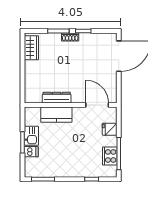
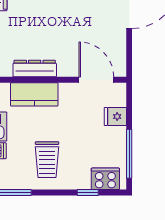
cooker: (110, 156) -> (105, 179), moved, turned 90
trolley: (65, 158) -> (47, 160), added

